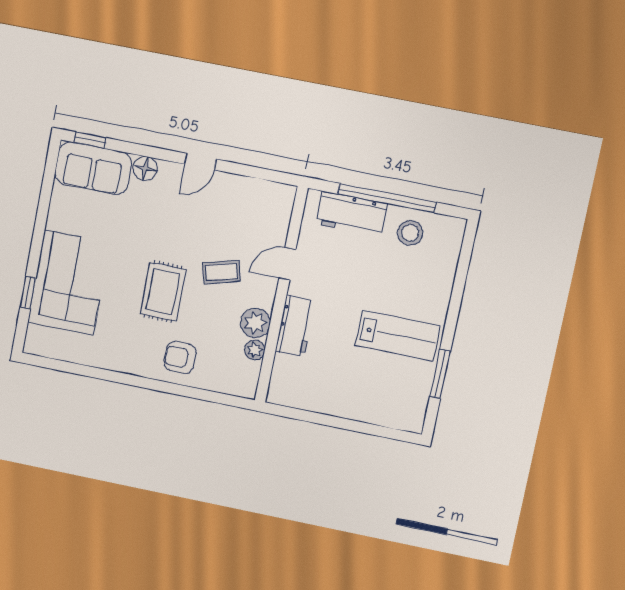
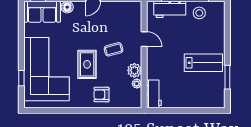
door: (287, 264) -> (144, 39), swing flipped
corner sofa: (69, 283) -> (46, 69), width x1.36, depth x1.36
workbench: (295, 326) -> (154, 94), moved

